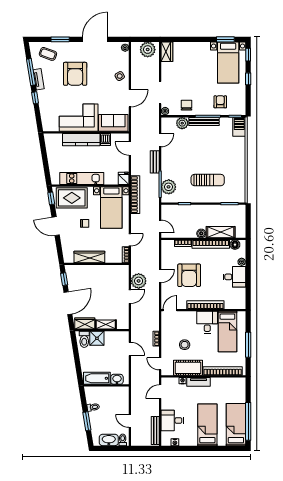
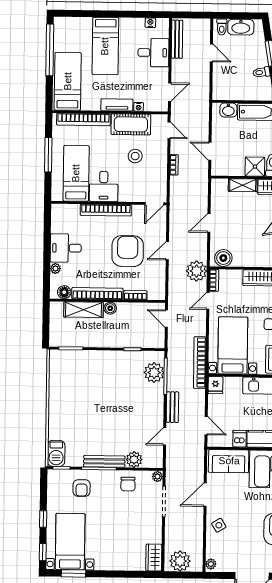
sun lounger: (208, 180) -> (100, 381), removed
boiler: (119, 271) -> (223, 258), added
plant: (139, 281) -> (197, 271), moved
bed: (236, 425) -> (68, 81), moved, turned 180

